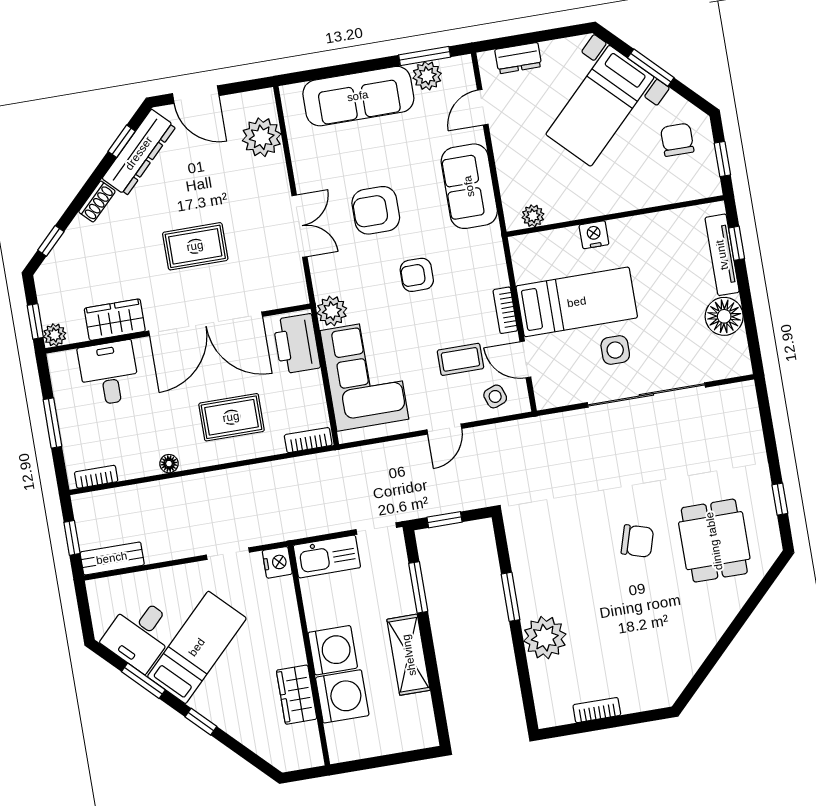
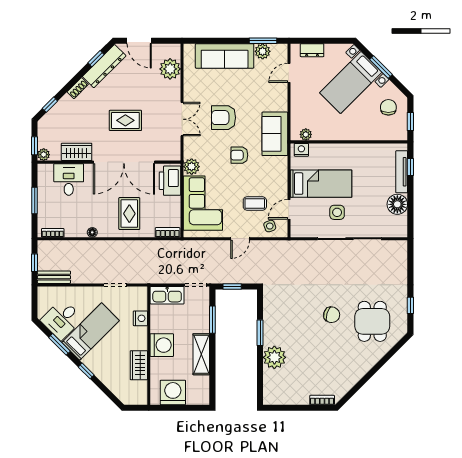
sofa: (469, 186) -> (275, 134), moved
nightstand: (594, 235) -> (301, 150), moved
bookcase: (505, 310) -> (283, 182), removed
door: (525, 359) -> (289, 209), hinge flipped
rug: (231, 417) -> (129, 214), turned 90
nightstand: (277, 562) -> (140, 318), moved
washing machine: (342, 696) -> (173, 392), moved, turned -90
bookcase: (597, 710) -> (322, 400), moved

